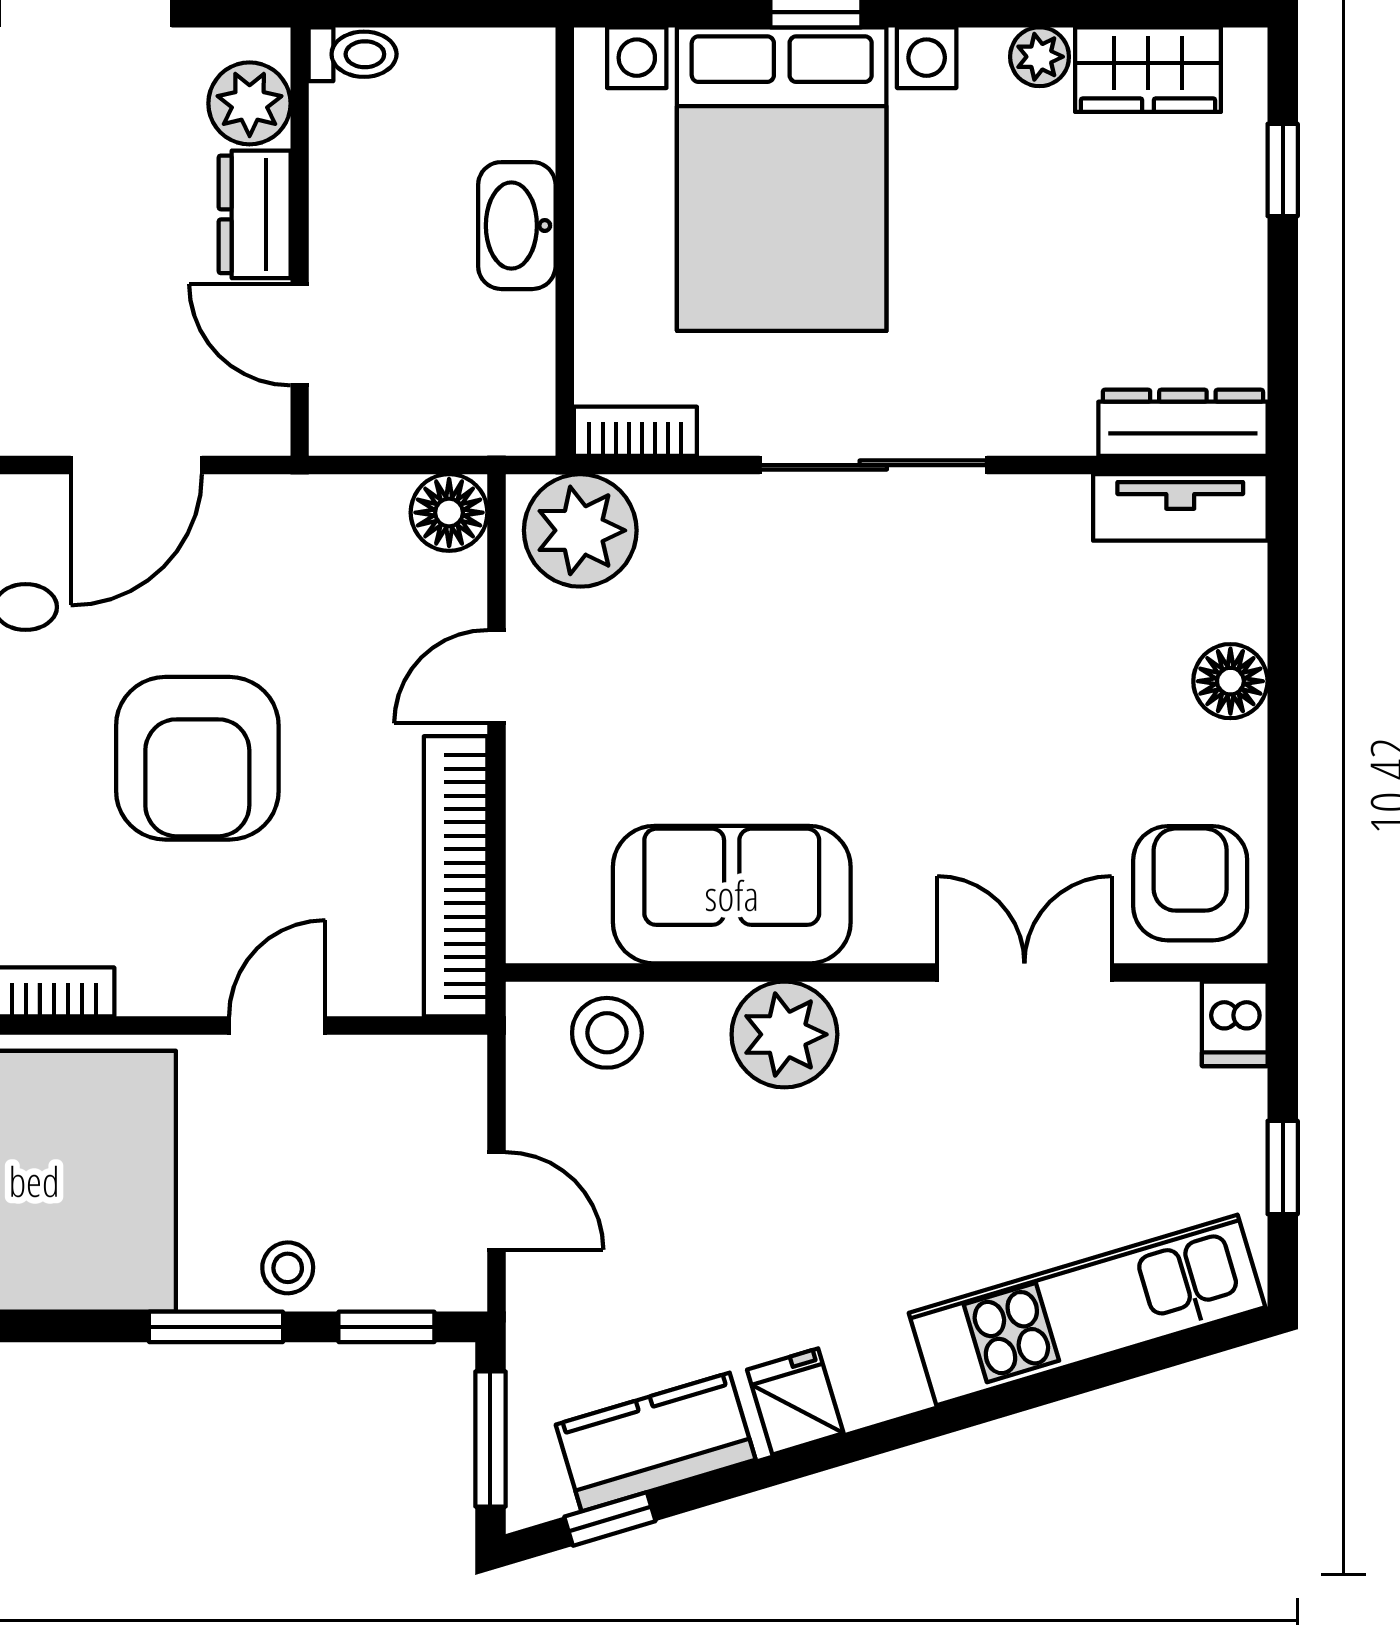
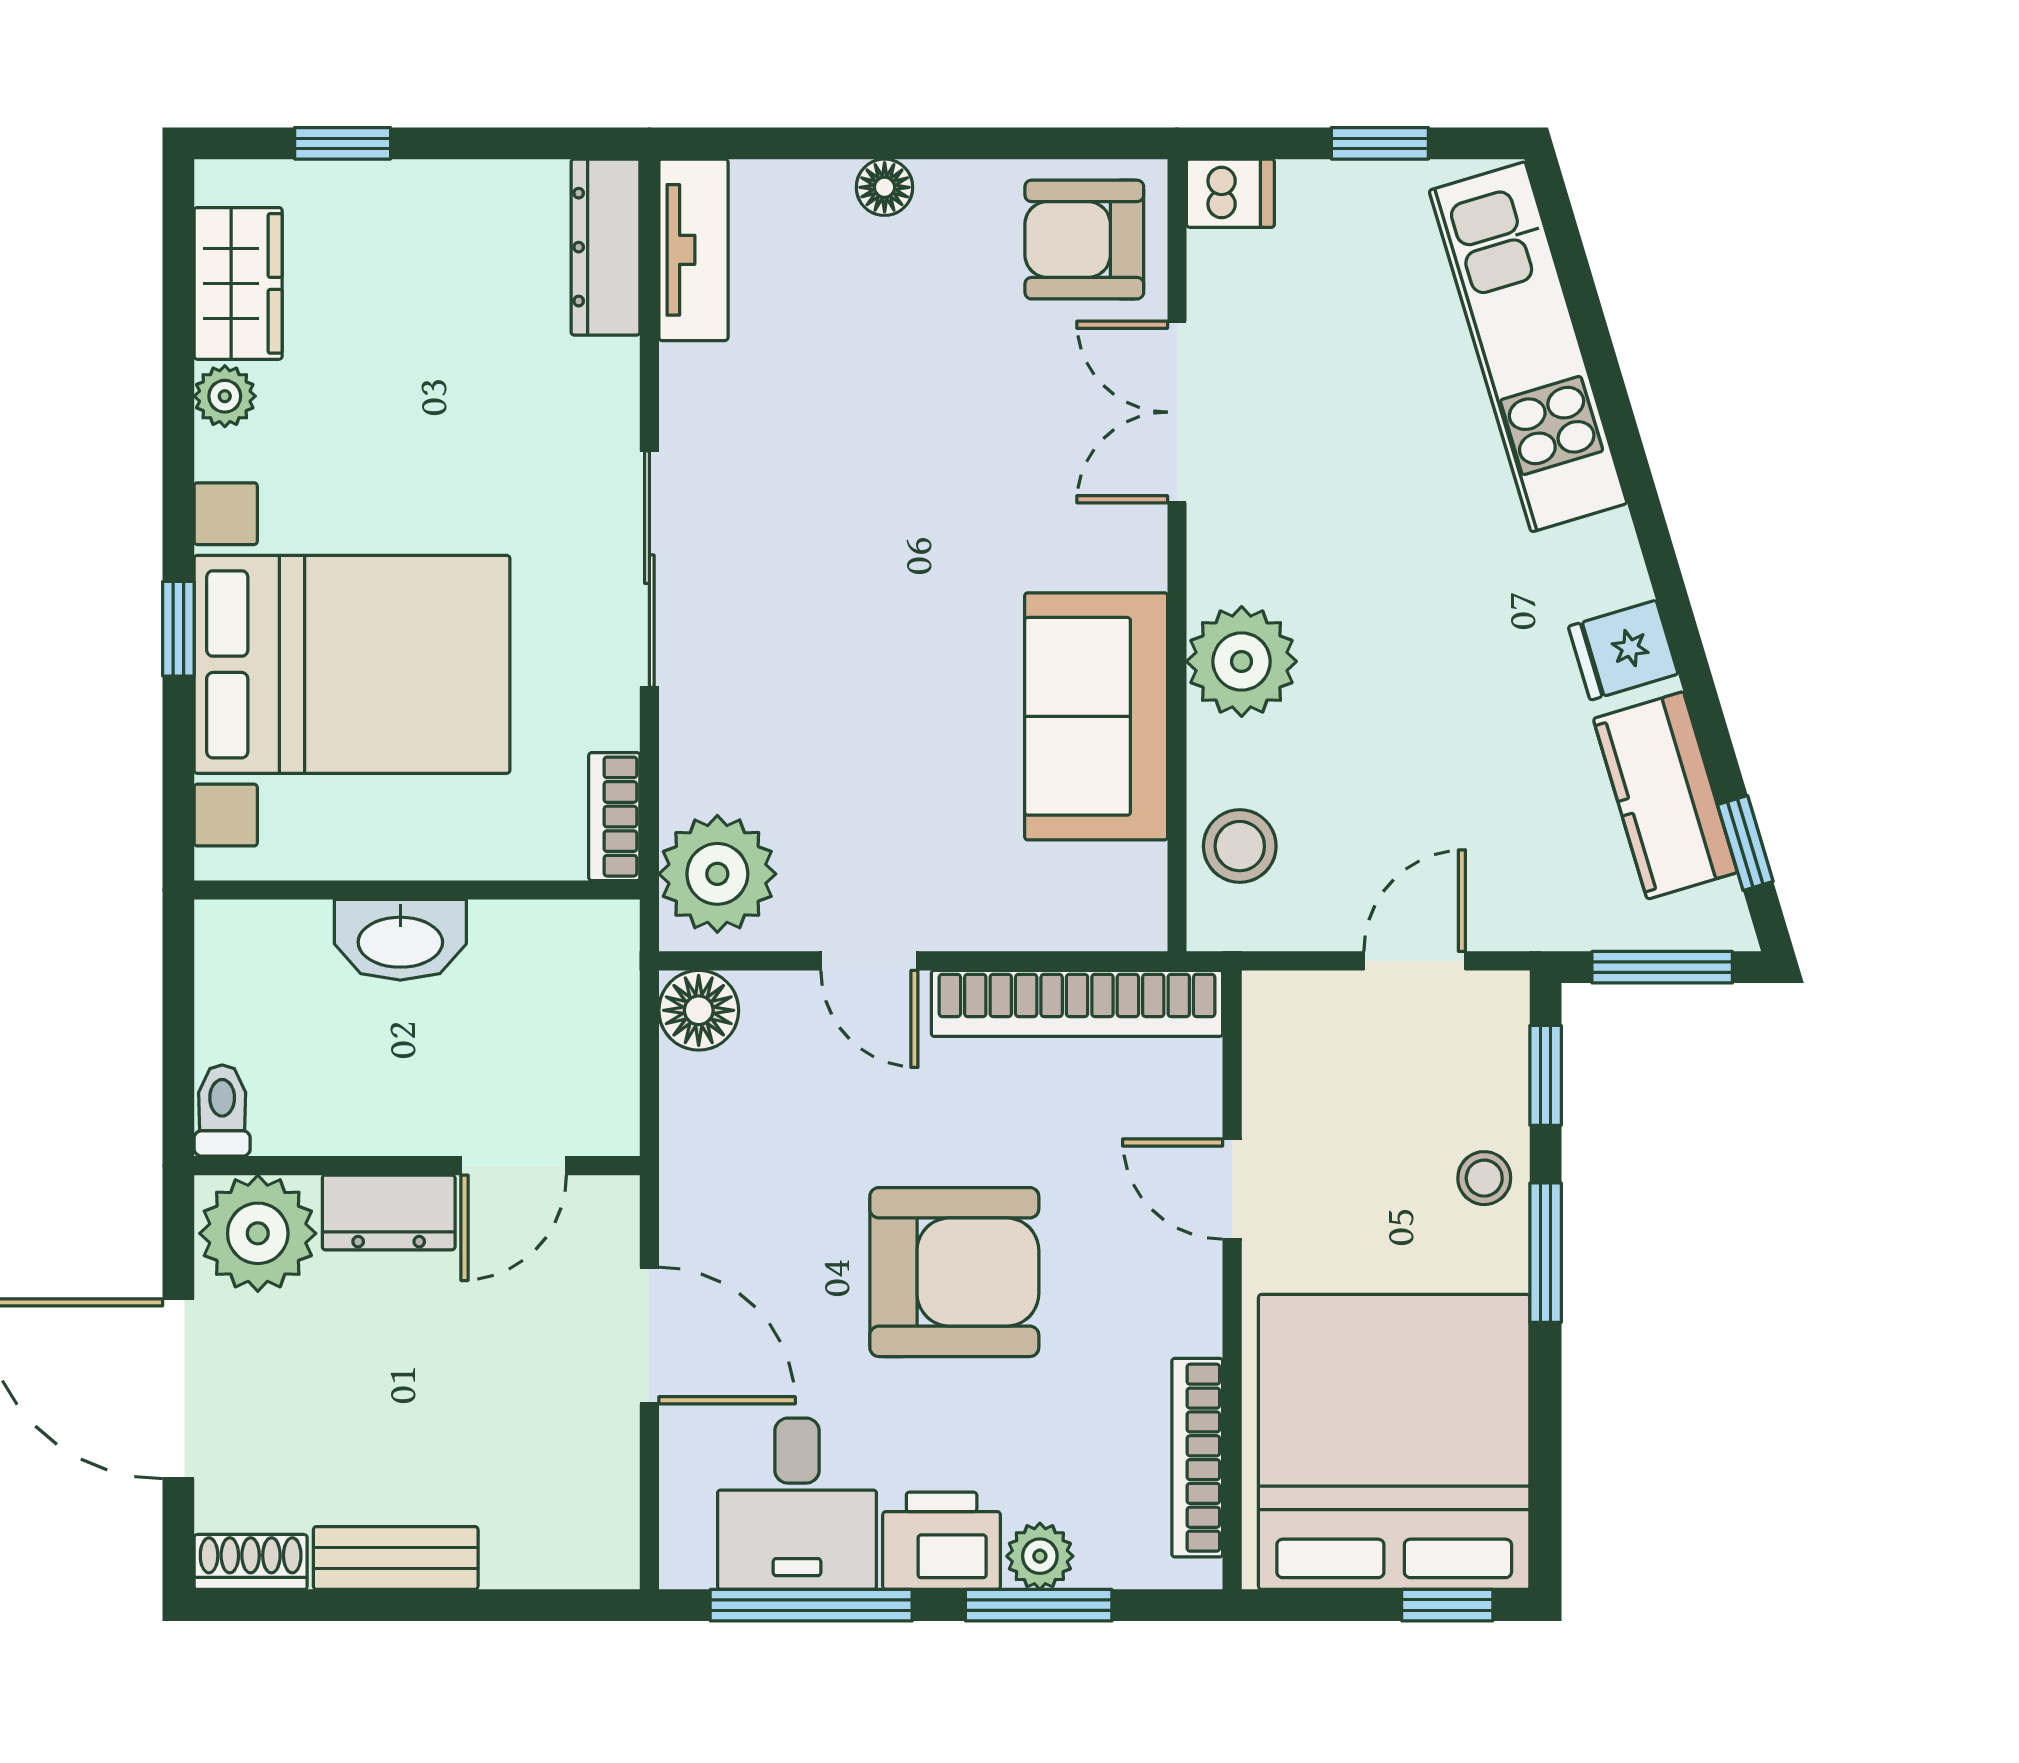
plant: (250, 103) -> (258, 1233), width x1.36, depth x1.36
floor lamp: (1230, 681) -> (885, 187), width x0.73, depth x0.73

